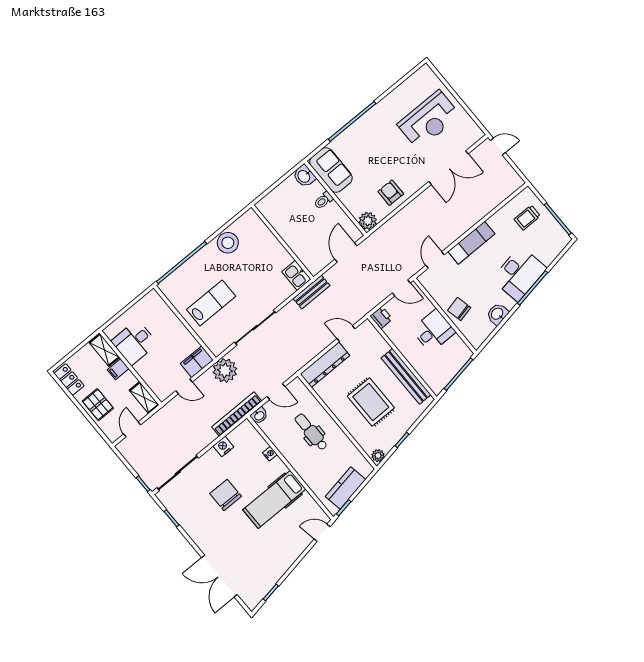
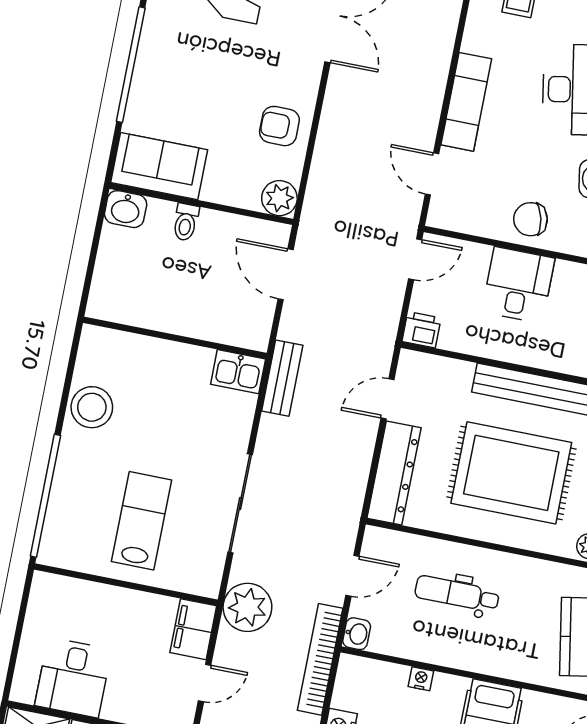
rug: (371, 402) -> (511, 473), width x1.37, depth x1.44

